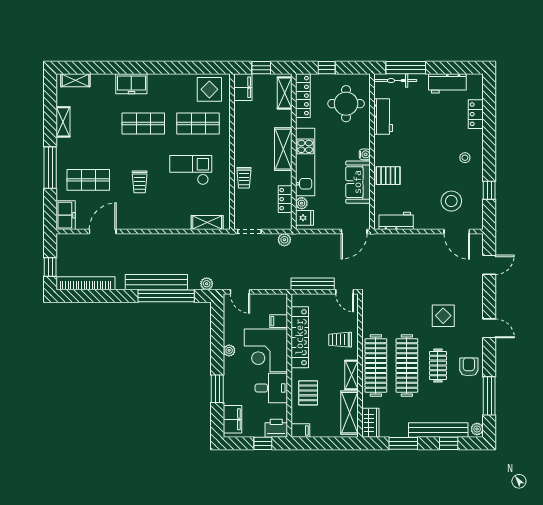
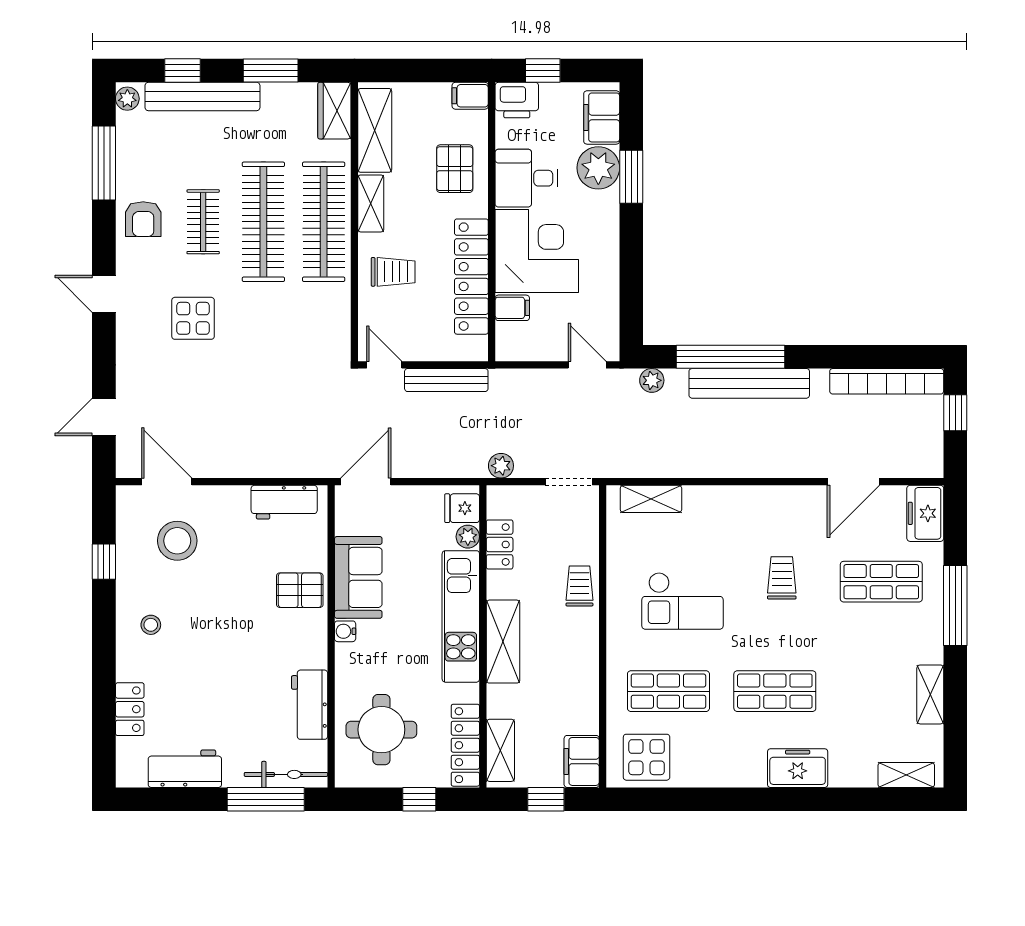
plant: (229, 350) -> (598, 168), moved, width x1.87, depth x1.87

